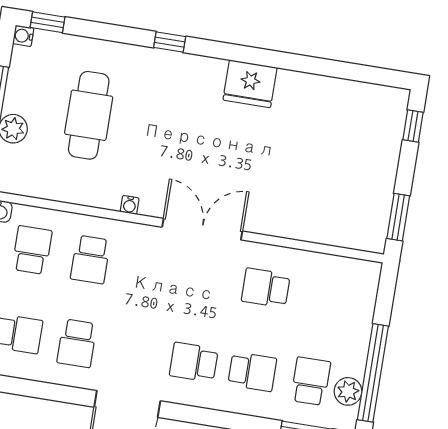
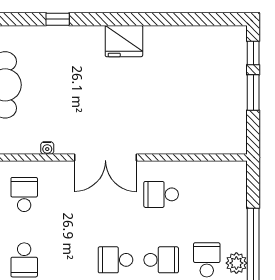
window: (398, 217) -> (253, 92), moved
double door: (202, 229) -> (105, 157), swing flipped
school desk: (90, 260) -> (24, 194), turned 180

